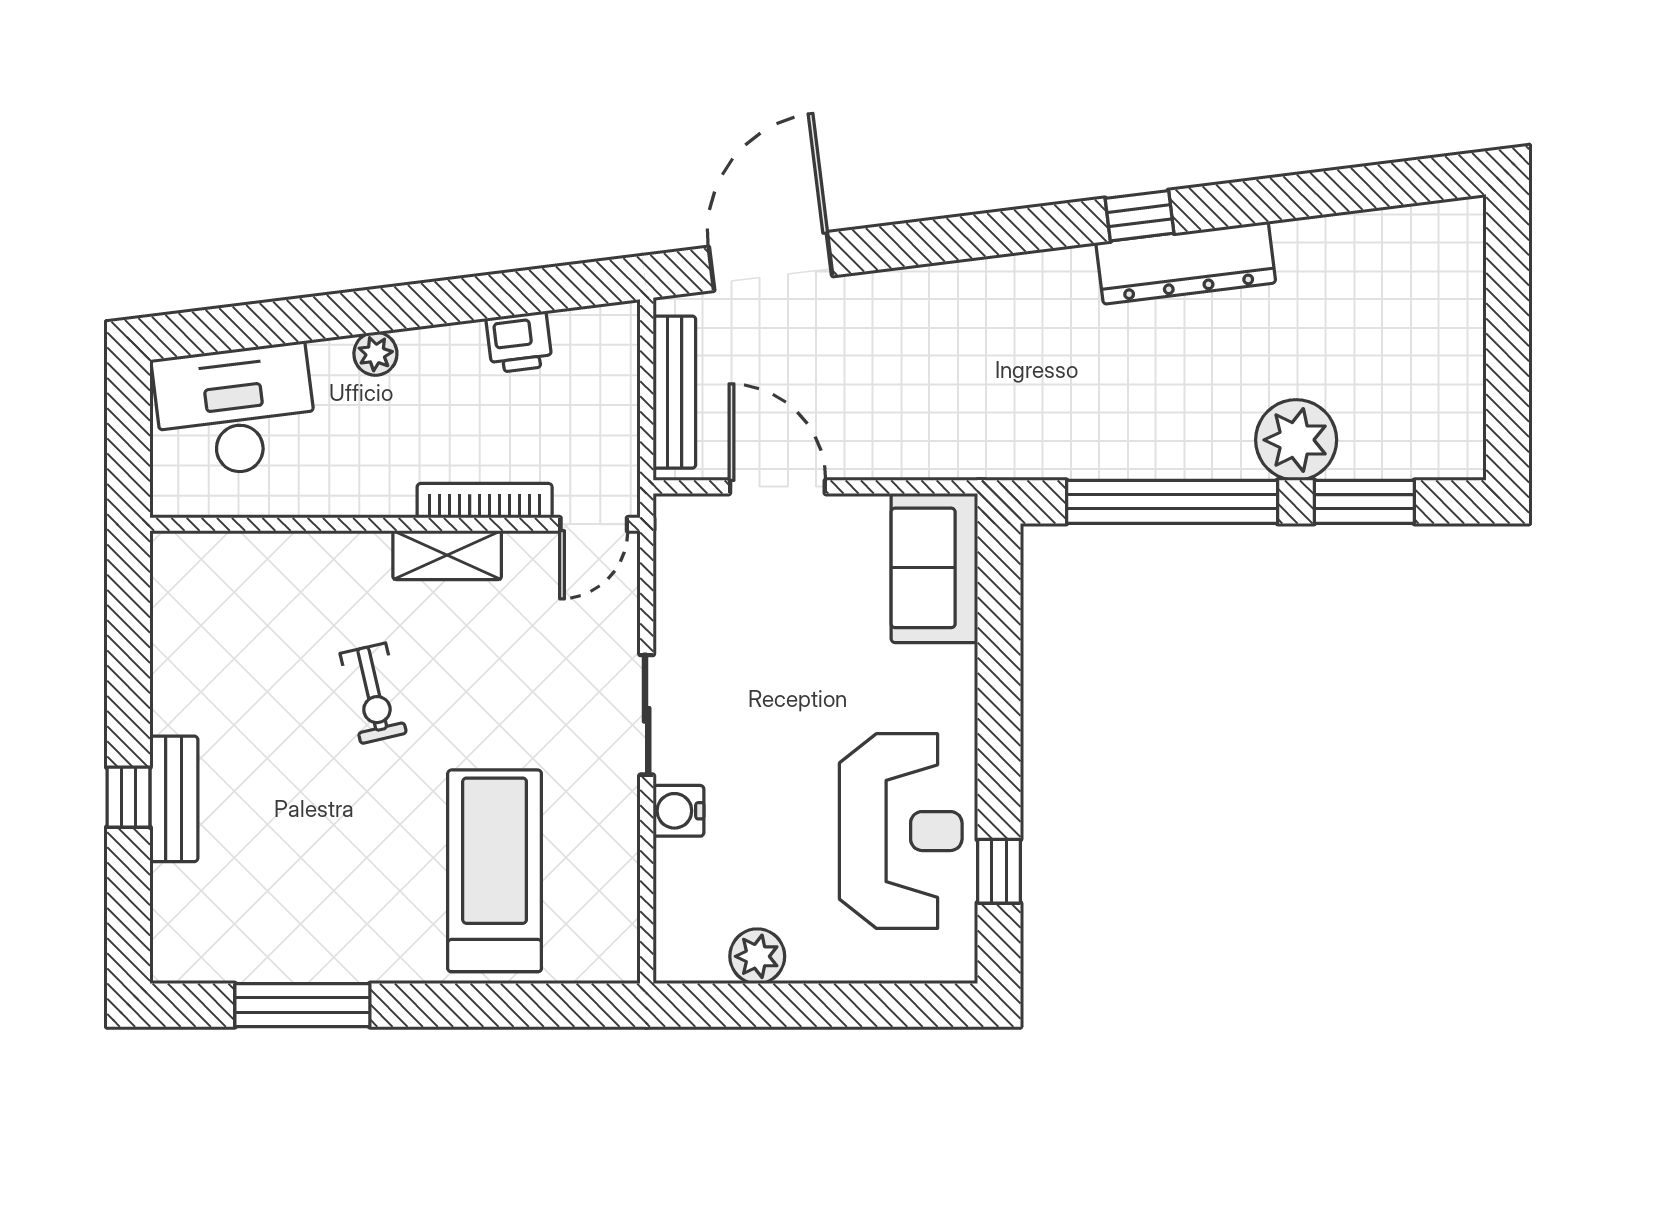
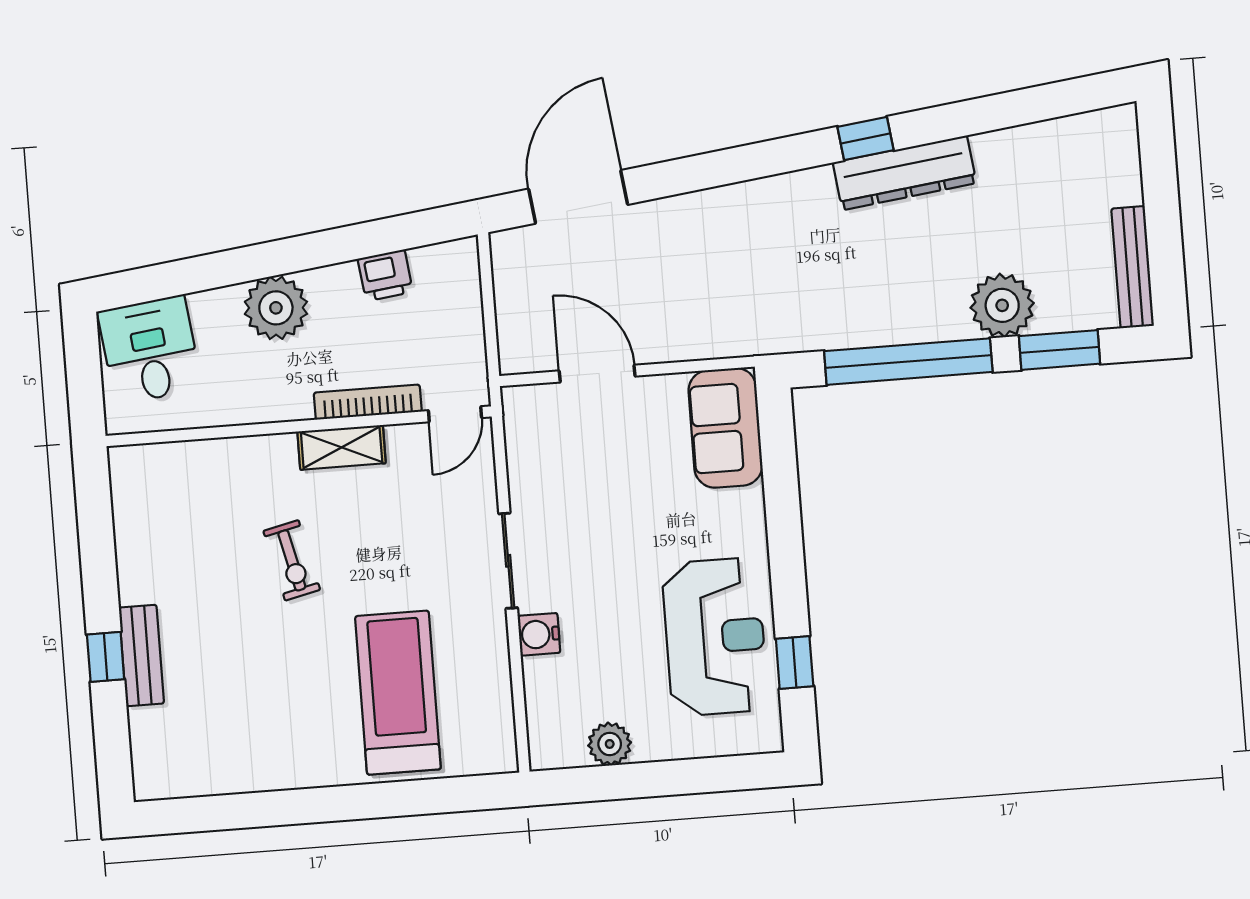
plant: (375, 354) -> (276, 308), width x1.88, depth x1.88
bench: (674, 392) -> (1133, 267), moved
desk: (235, 411) -> (150, 350), width x0.73
window: (302, 1005) -> (255, 810), removed

